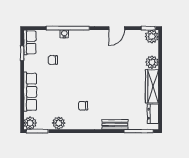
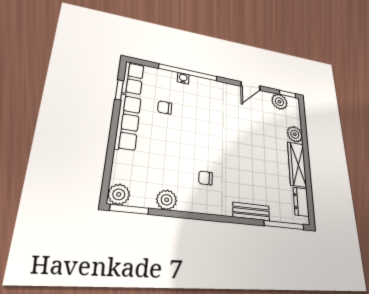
plant: (152, 37) -> (279, 102), moved
row of seats: (30, 92) -> (128, 122), moved

